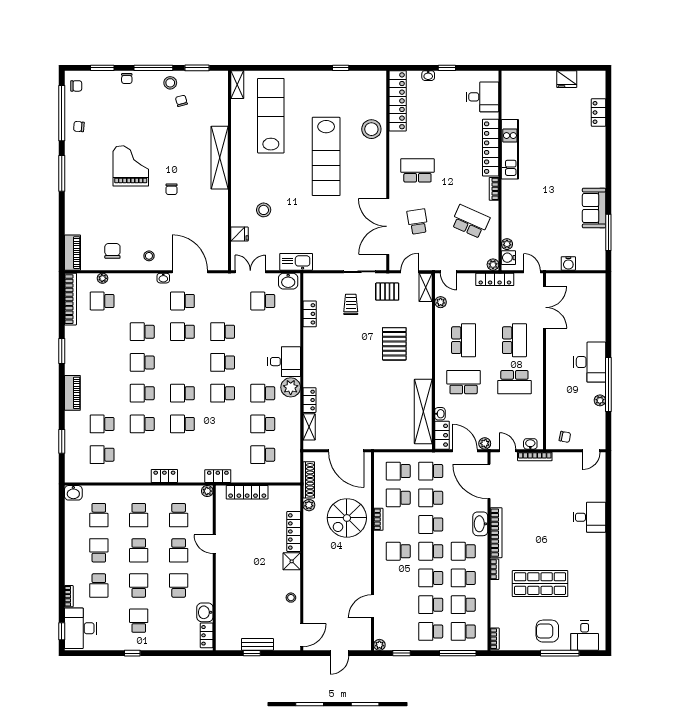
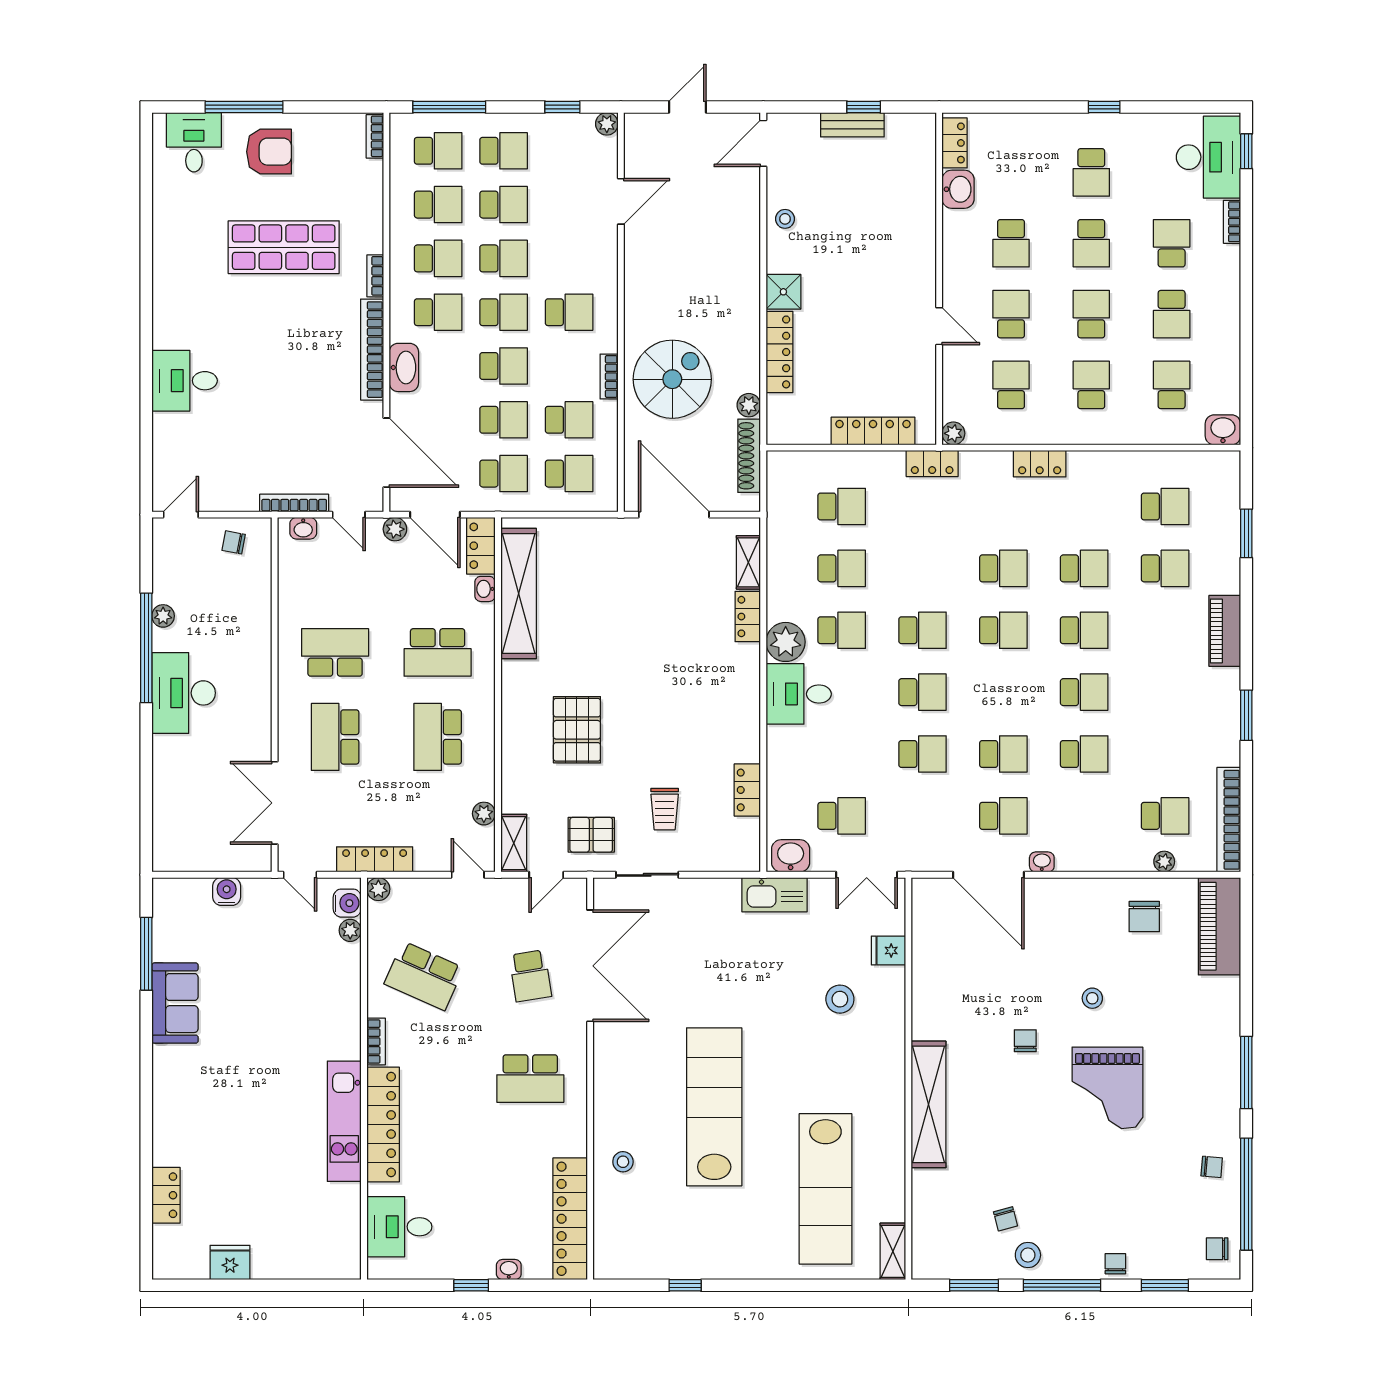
stool: (371, 129) -> (623, 1162), width x0.53, depth x0.53
piano: (72, 253) -> (1220, 926), width x1.37, depth x1.33
stool: (149, 256) -> (1092, 998), moved

